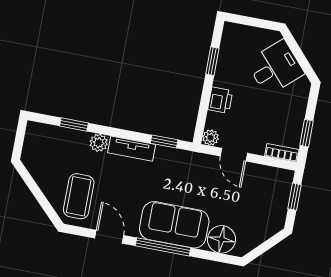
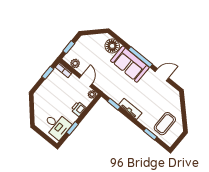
desk: (275, 68) -> (57, 126), moved, turned -138
plant: (99, 143) -> (75, 63), moved
coffee table: (79, 196) -> (165, 124), moved
door: (109, 237) -> (162, 75), swing flipped

